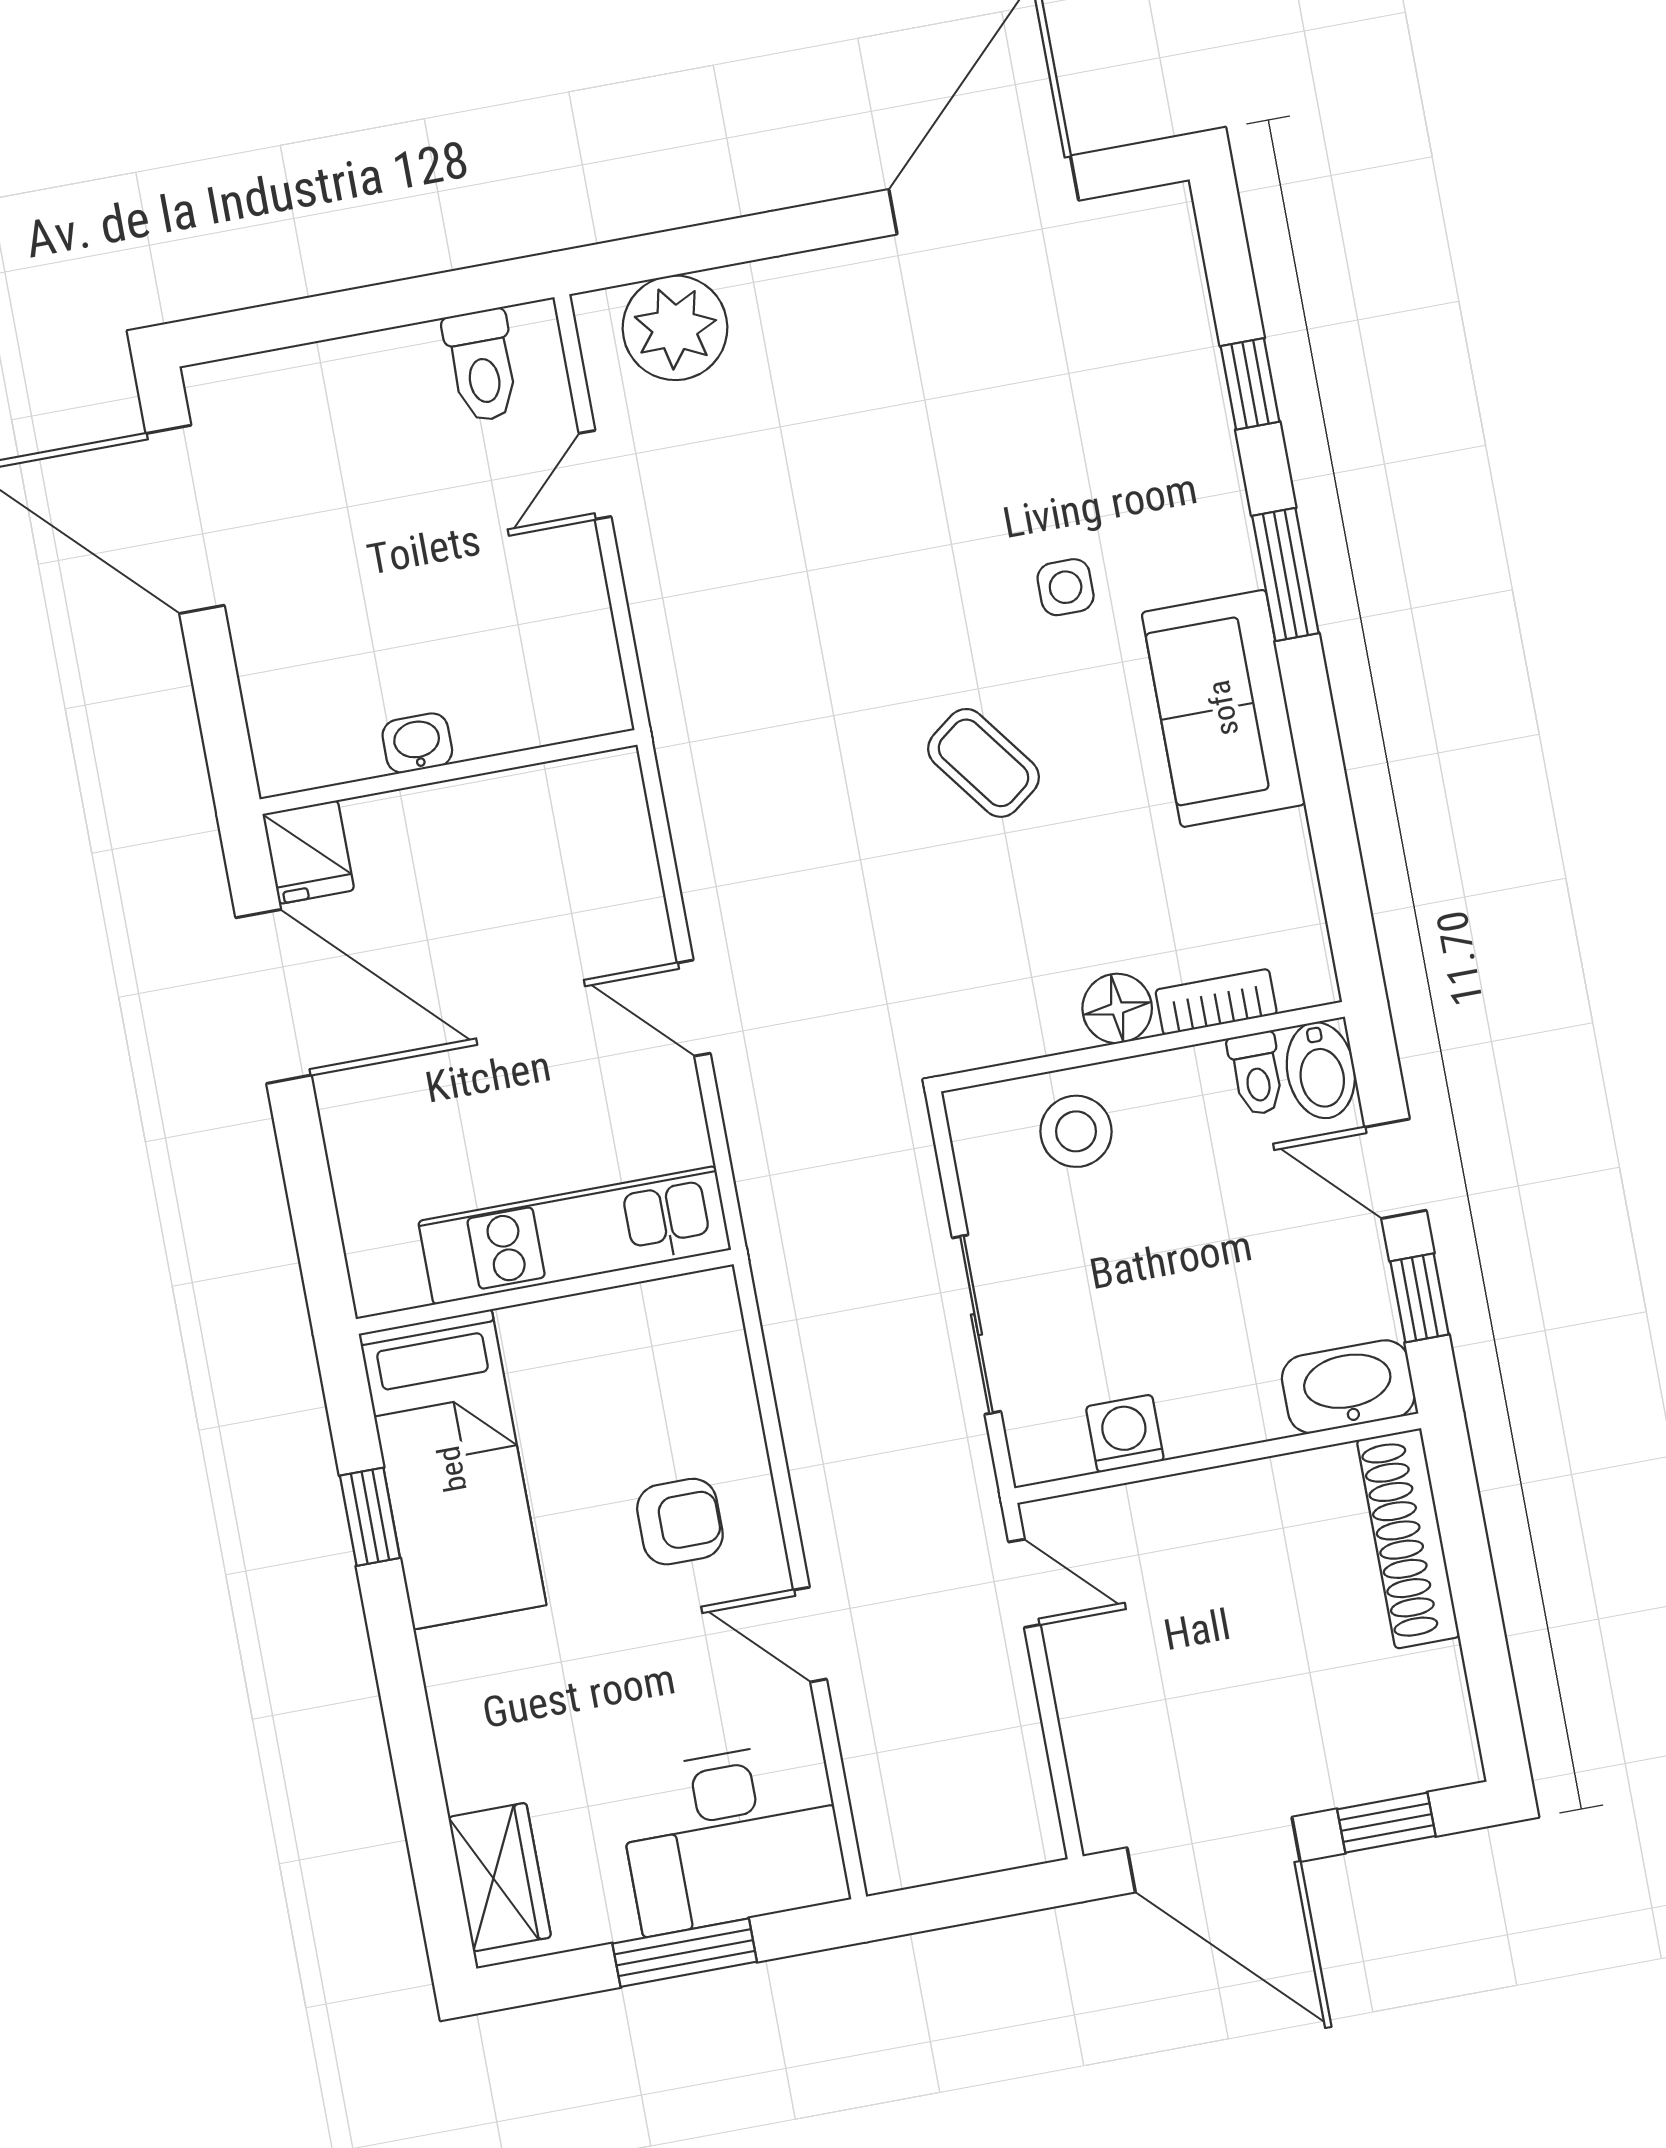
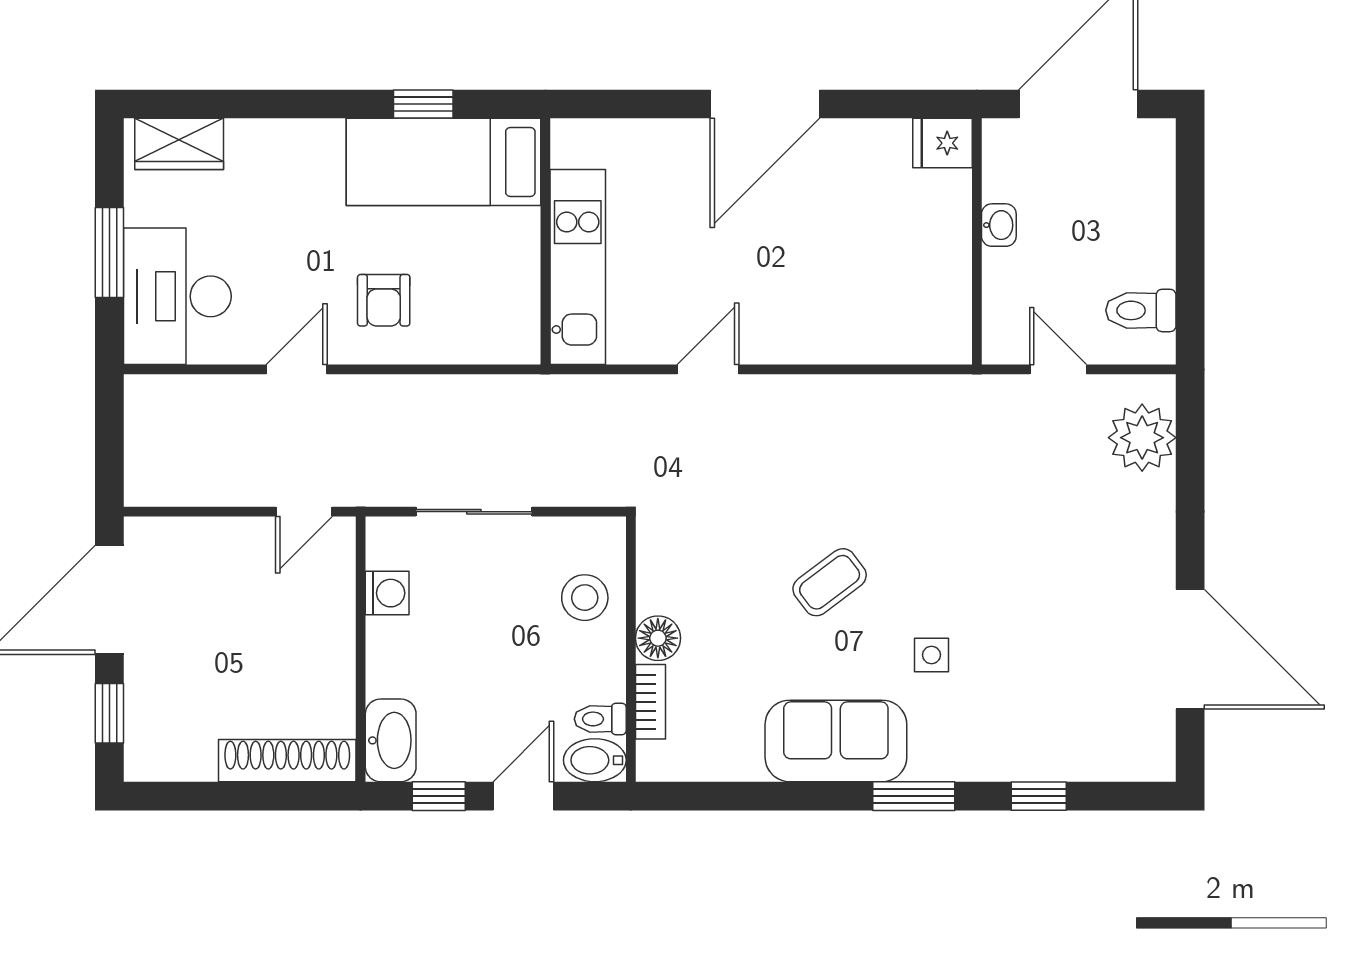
washbasin: (417, 743) -> (999, 225), moved
wall: (448, 772) -> (977, 241), moved
fridge: (308, 852) -> (942, 143), moved

